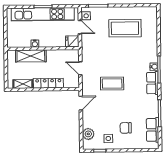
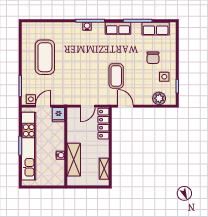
locker: (48, 83) -> (103, 124), moved
coffee table: (112, 83) -> (116, 76), moved
row of seats: (152, 83) -> (118, 28), moved

